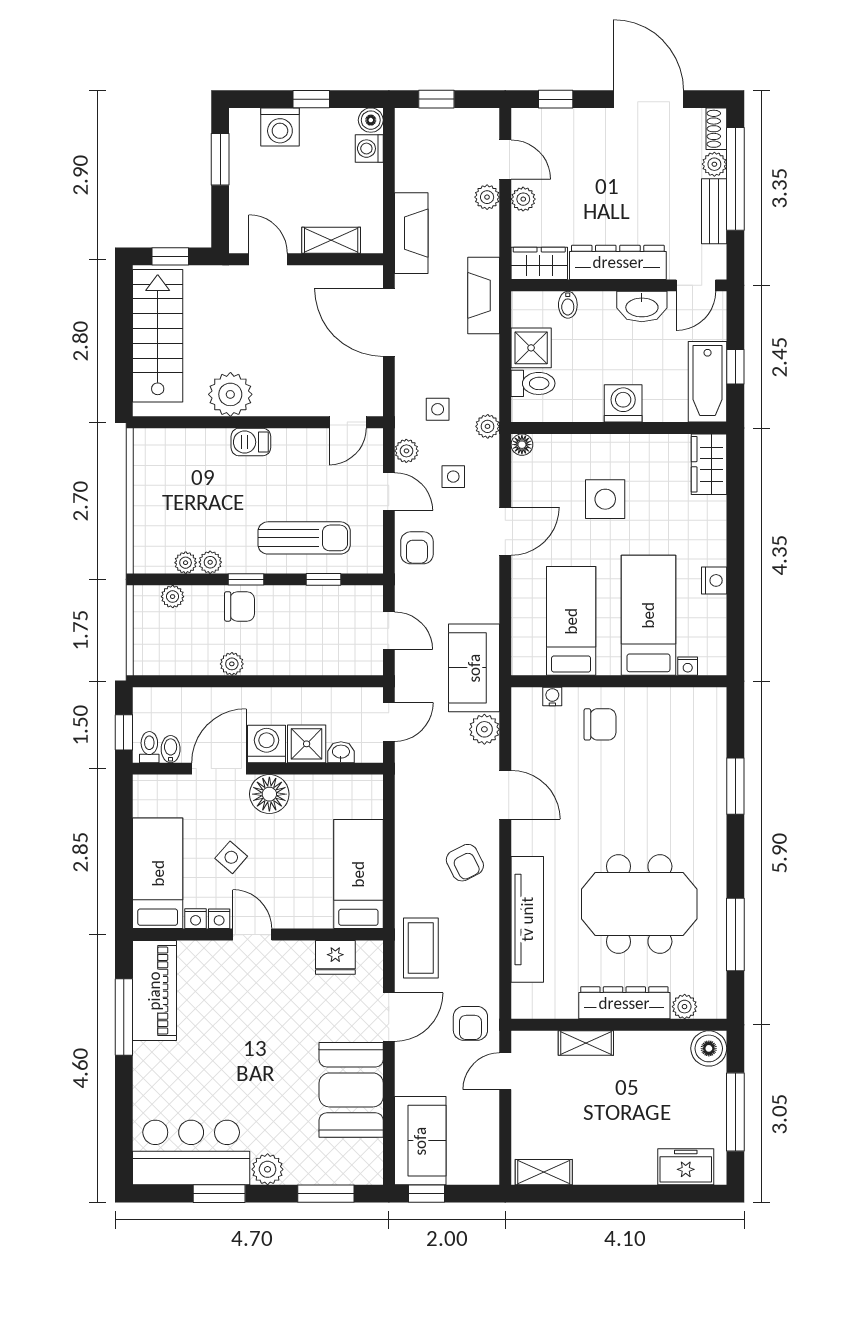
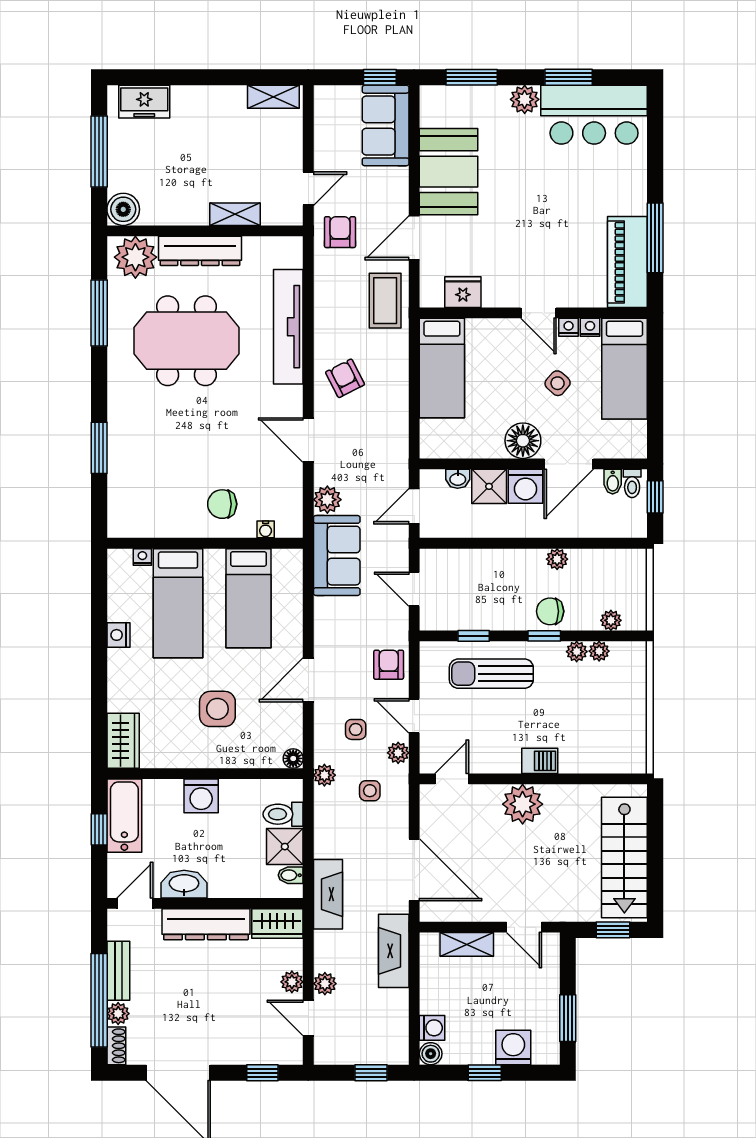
bidet: (568, 305) -> (291, 875), moved, turned -90
plant: (230, 394) -> (523, 804), moved
plant: (685, 1007) -> (135, 257), width x1.87, depth x1.87

